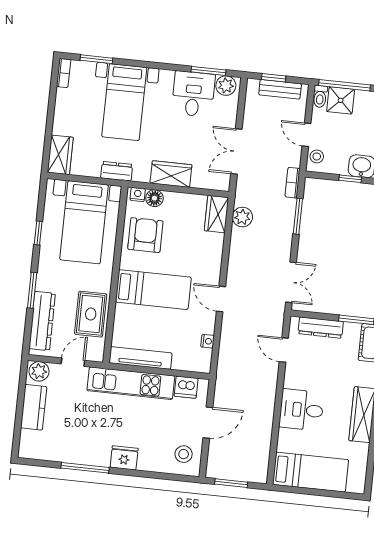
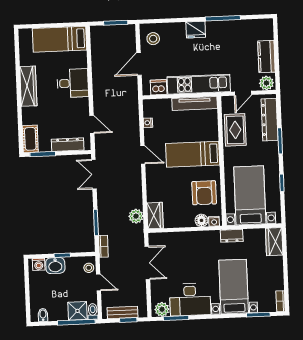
desk: (193, 94) -> (190, 300), width x1.37
wardrobe: (171, 174) -> (192, 240), removed

